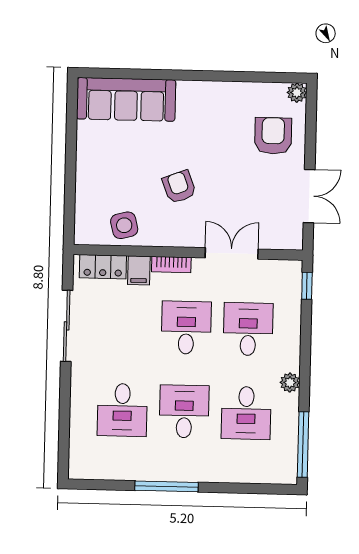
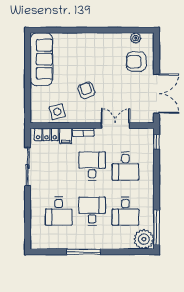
plant: (297, 93) -> (136, 38), moved
sofa: (126, 99) -> (41, 59), moved, turned -90
armchair: (273, 136) -> (136, 62), turned -90
double door: (309, 196) -> (156, 94), width x1.37
desk: (248, 329) -> (125, 166), turned 180
plant: (290, 383) -> (144, 239), moved, width x1.88, depth x1.88

